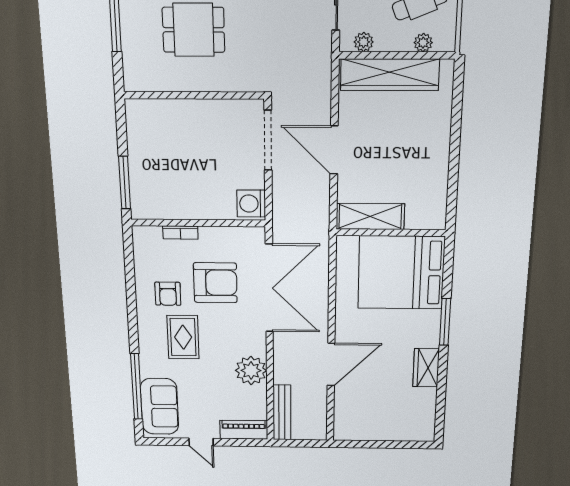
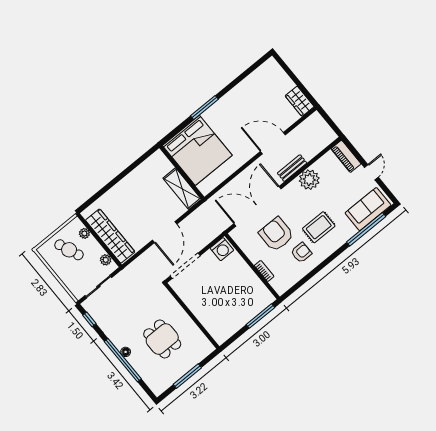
wardrobe: (426, 368) -> (300, 101), moved, turned 90
bench: (282, 412) -> (292, 168), moved, width x0.73

